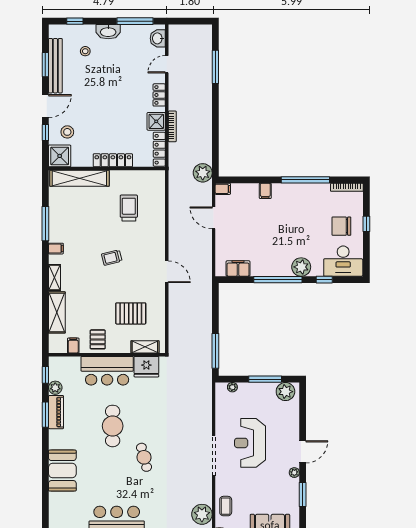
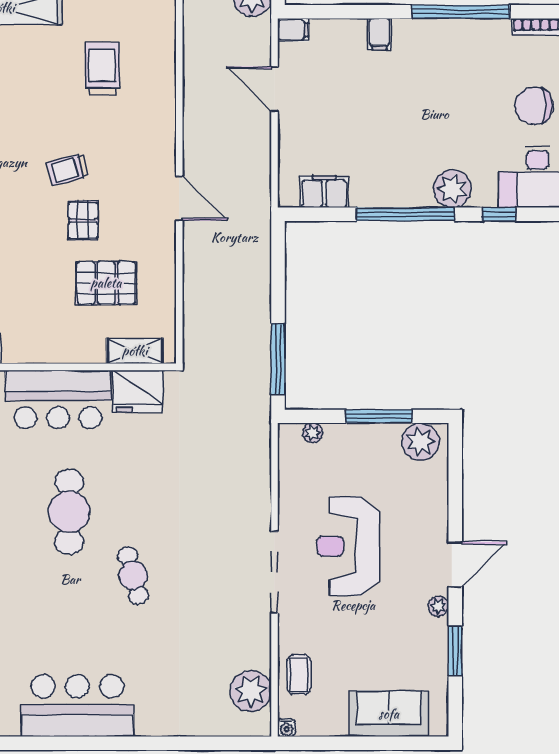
pallet: (98, 339) -> (83, 220), moved

